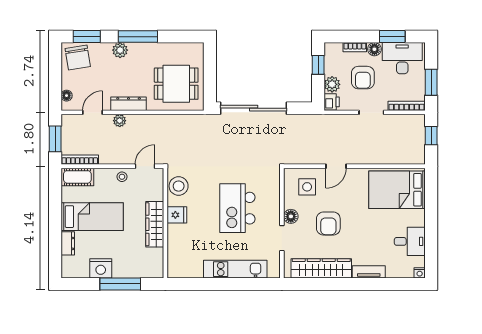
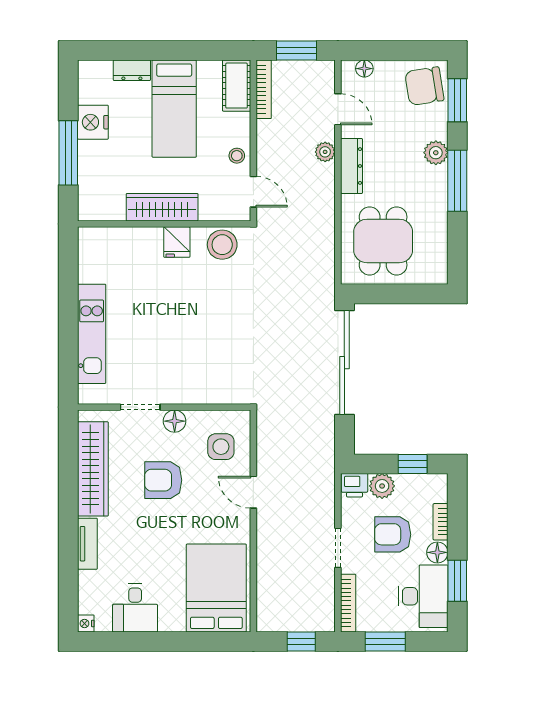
kitchen island: (237, 208) -> (187, 337), removed

